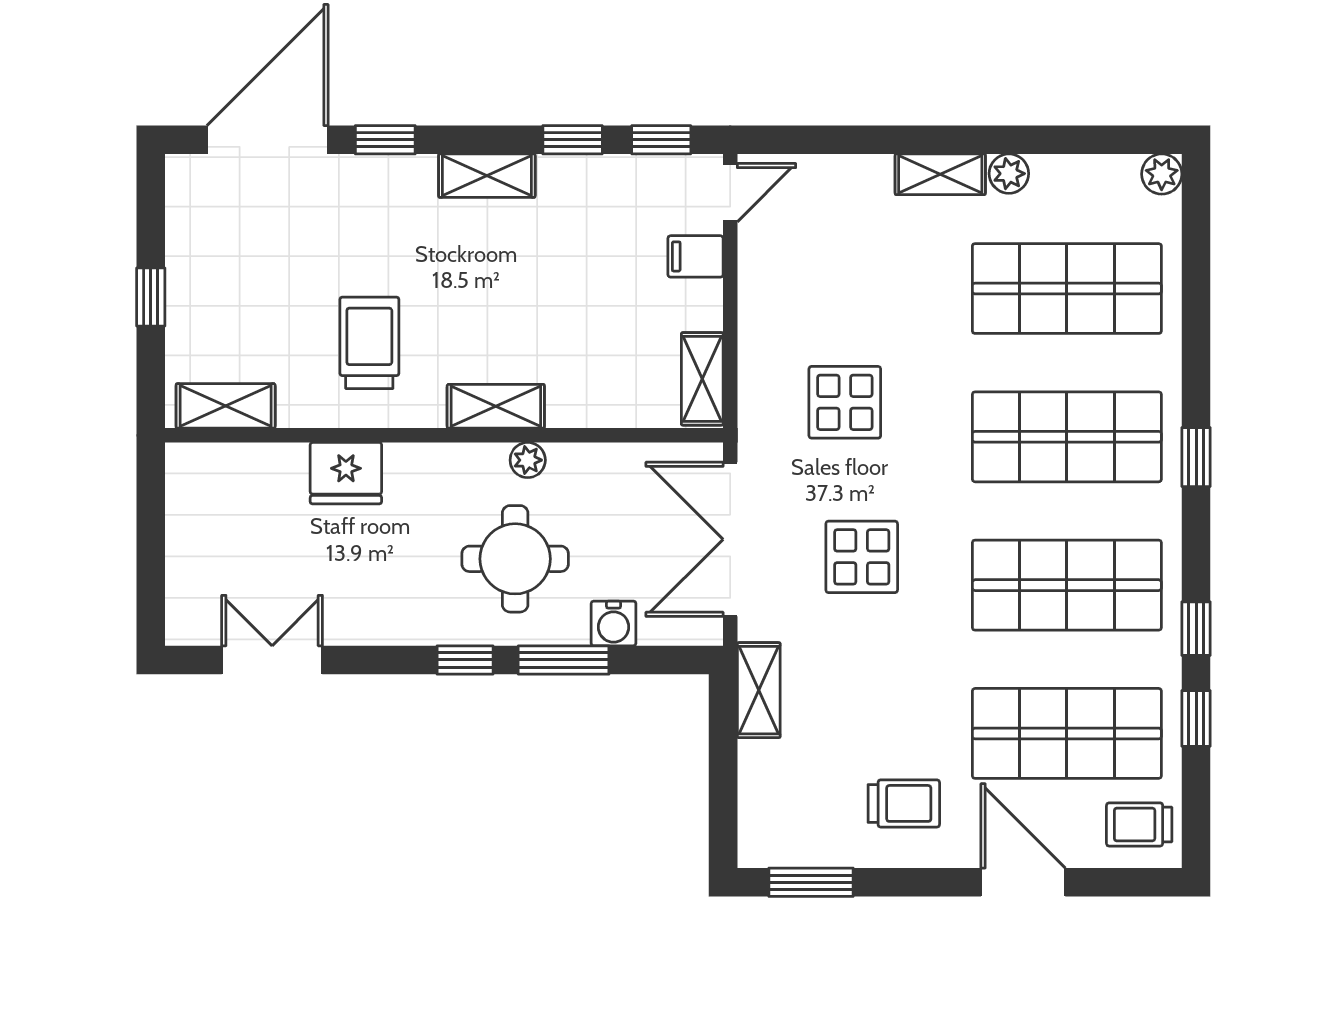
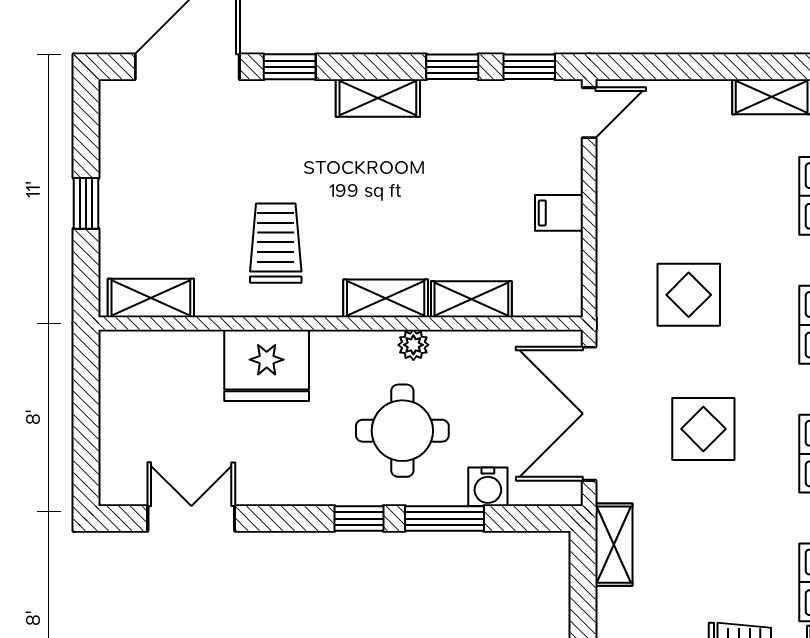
filing cabinet: (695, 256) -> (559, 213), moved
shelving: (702, 379) -> (471, 299), moved, turned 90
fridge: (346, 473) -> (267, 365), width x1.36, depth x1.34

